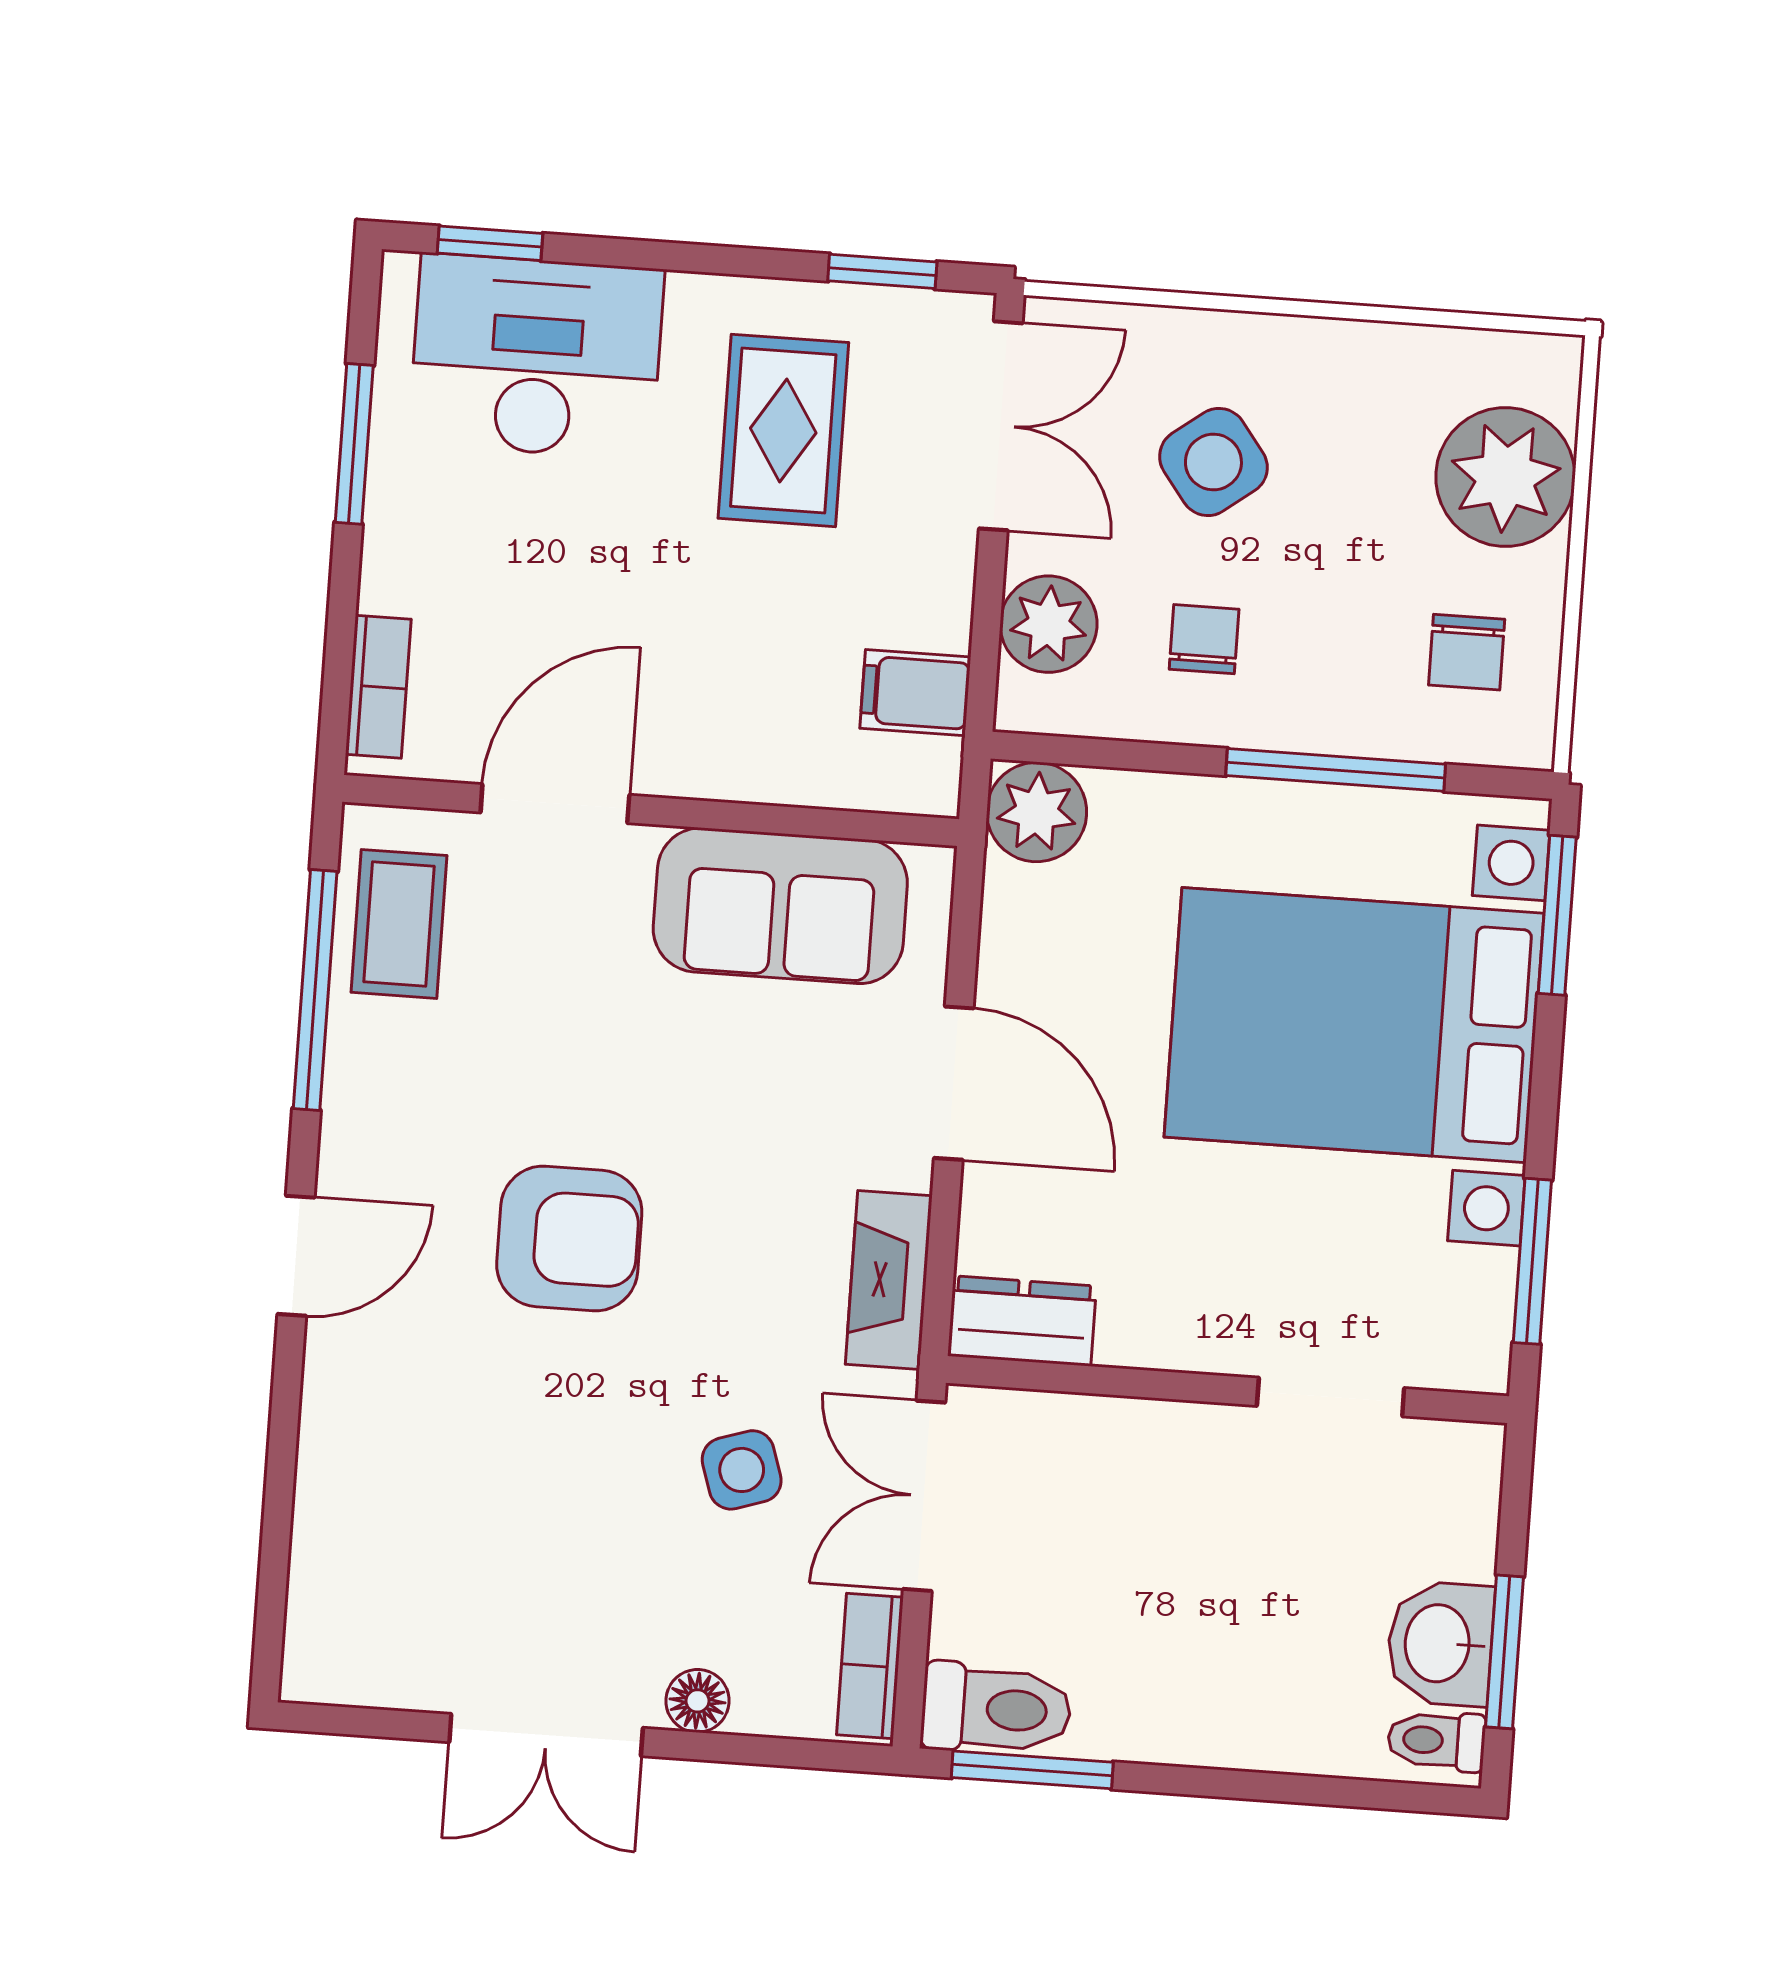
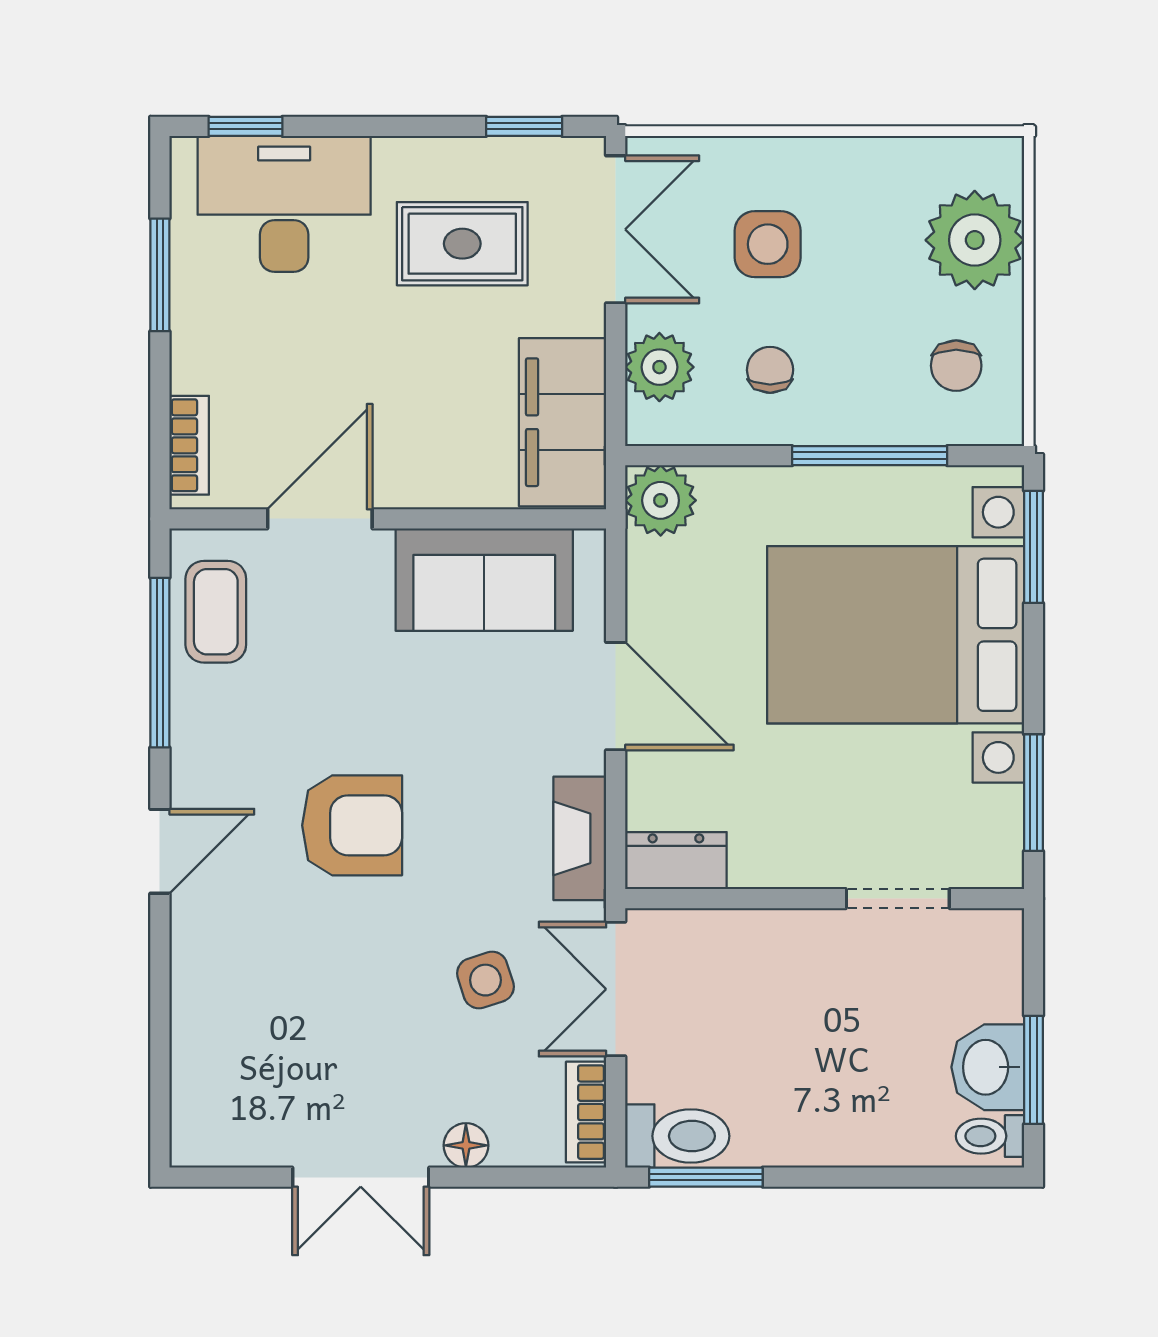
rug: (783, 430) -> (462, 244), turned 90
side table: (1213, 462) -> (768, 244), turned 37
filing cabinet: (915, 693) -> (563, 422), width x3.00, depth x1.17

